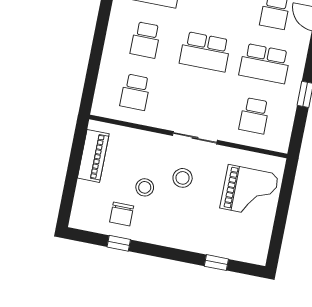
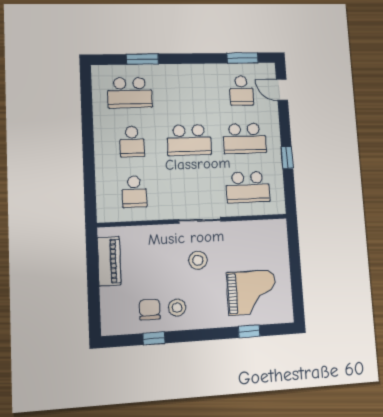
school desk: (254, 116) -> (248, 187), width x1.85
stool: (145, 187) -> (177, 308), moved
grand piano: (249, 191) -> (252, 292), moved
chair: (122, 214) -> (150, 309), turned 180

